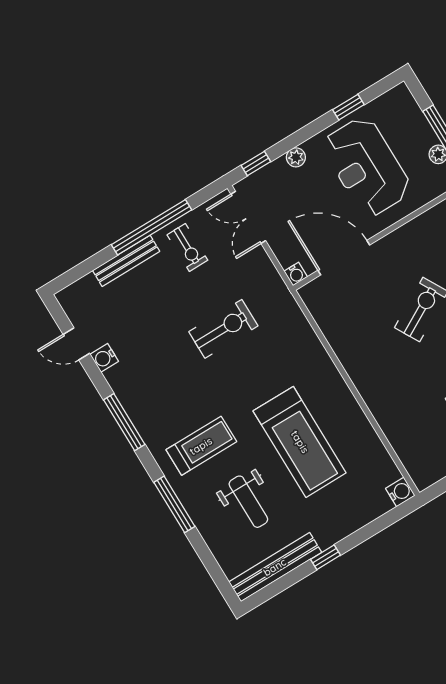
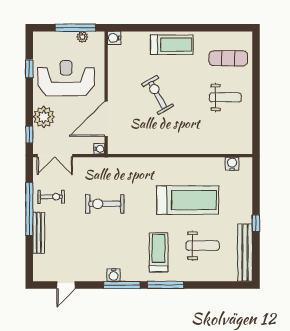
plant: (296, 157) -> (44, 117), width x1.88, depth x1.88
reception desk: (367, 167) -> (66, 78), turned 180
exercise bike: (223, 329) -> (105, 204), turned -90
water cooler: (104, 358) -> (114, 275), moved
water cooler: (400, 492) -> (232, 164), moved
window: (174, 504) -> (166, 285), moved

